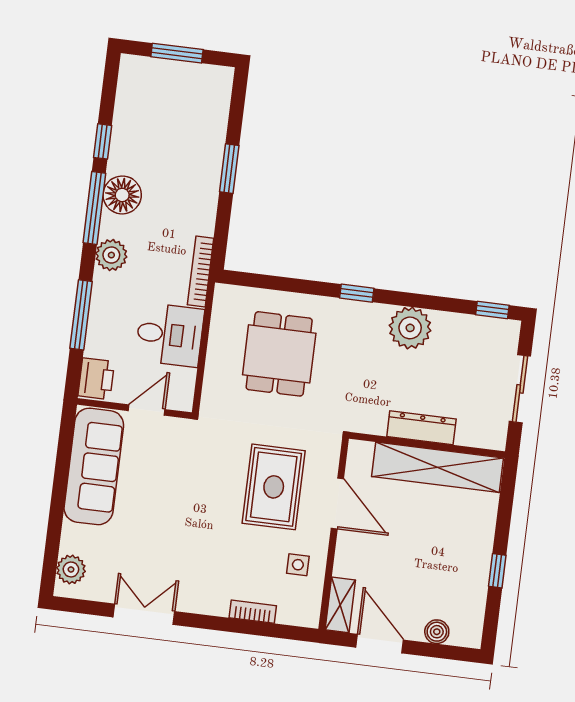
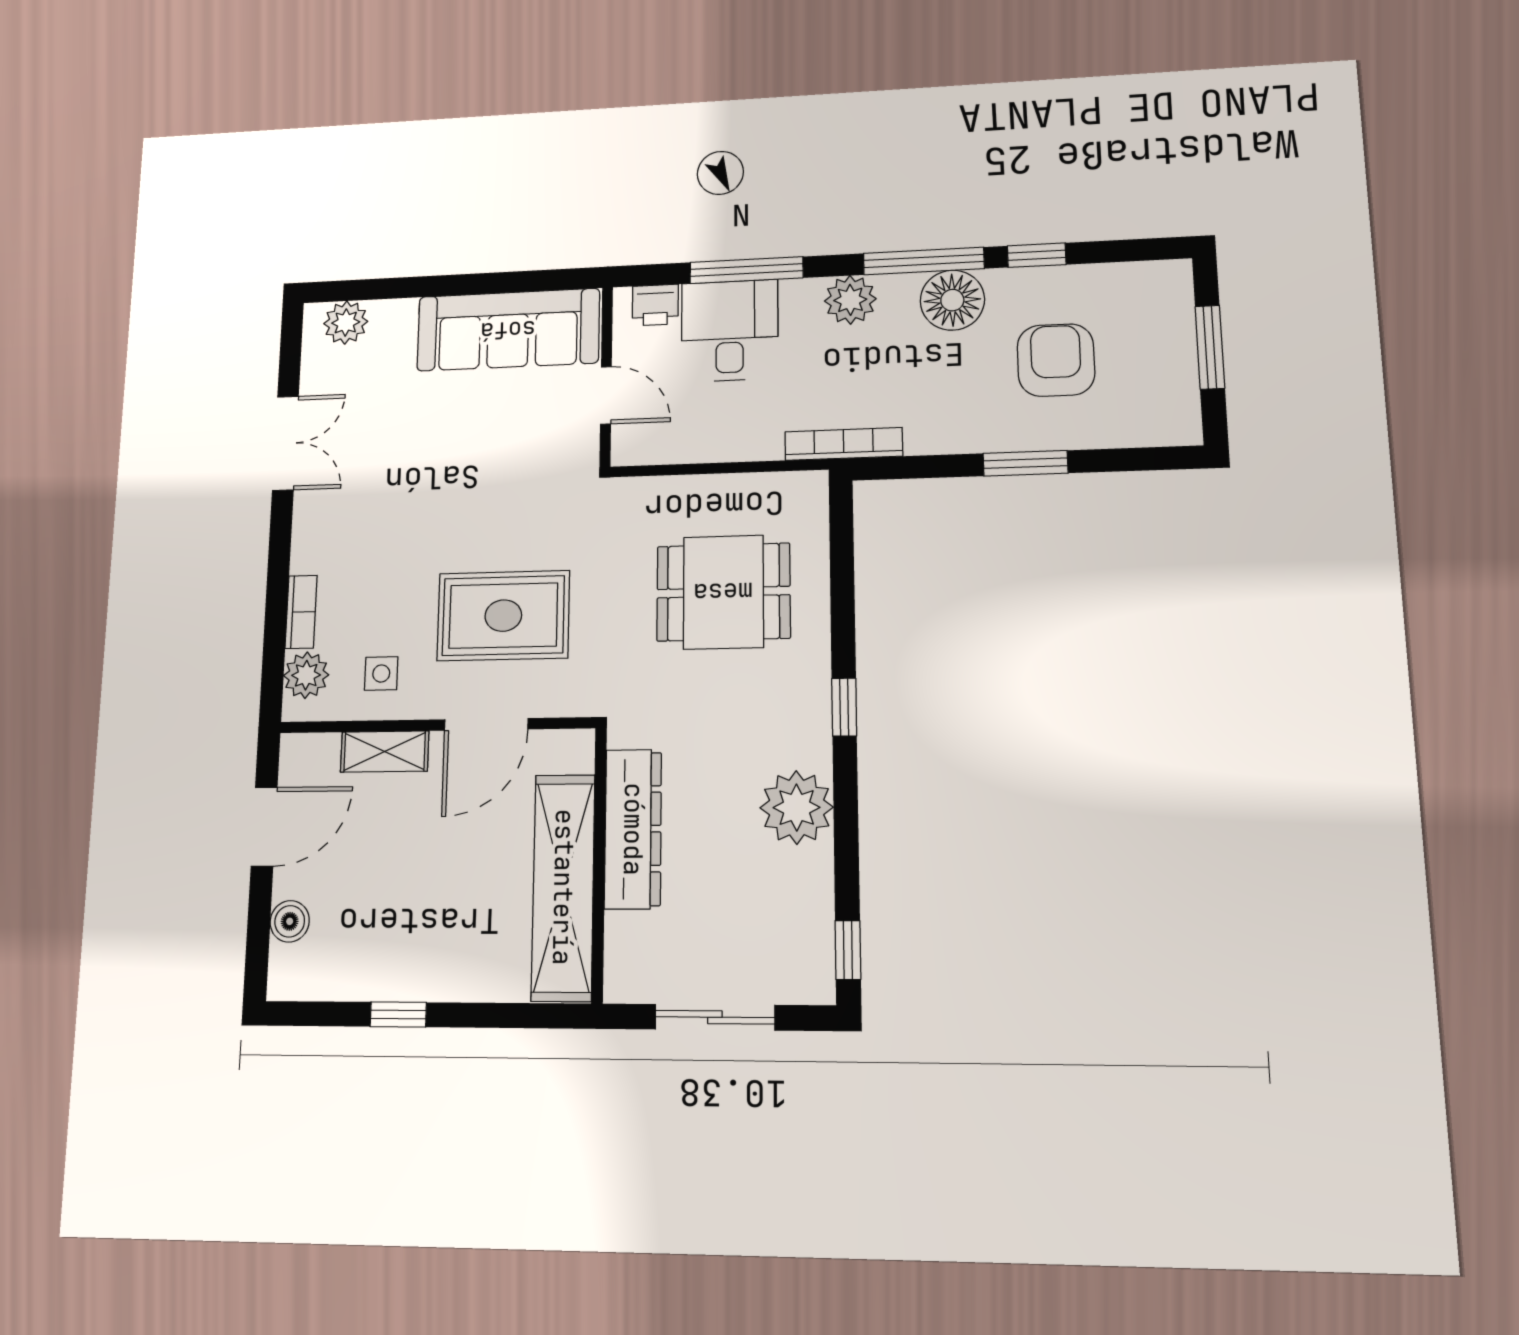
armchair: (170, 141) -> (1056, 360), added
desk: (170, 335) -> (730, 331), moved, turned 180
printer: (96, 379) -> (655, 305), width x0.73, depth x0.81
dresser: (421, 428) -> (633, 829), width x1.37, depth x1.24
shelving: (340, 605) -> (385, 752), moved
plant: (292, 611) -> (306, 675), added

